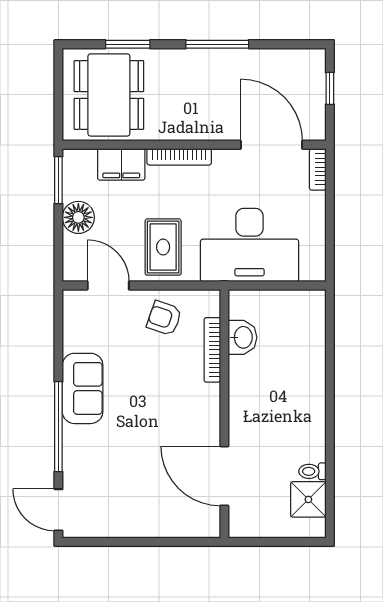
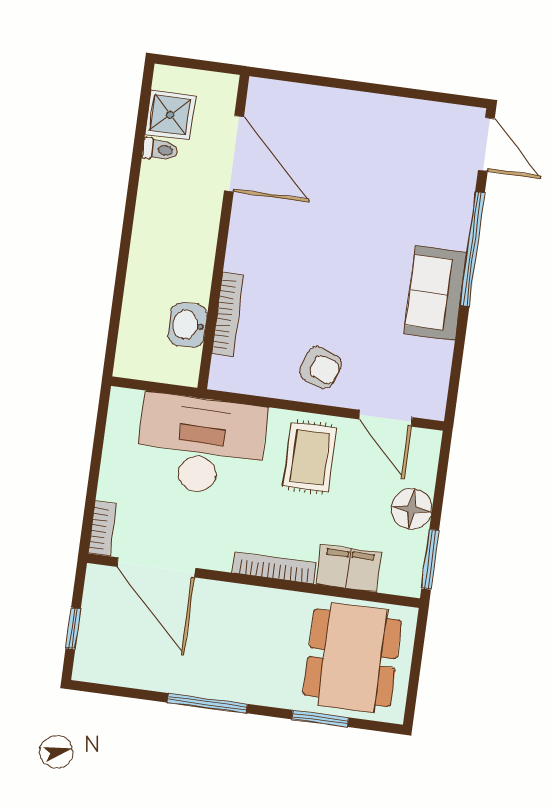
washbasin: (242, 337) -> (188, 325), moved
bookcase: (212, 350) -> (228, 314), moved
wall: (224, 414) -> (223, 232), moved
door: (224, 476) -> (234, 154), moved

